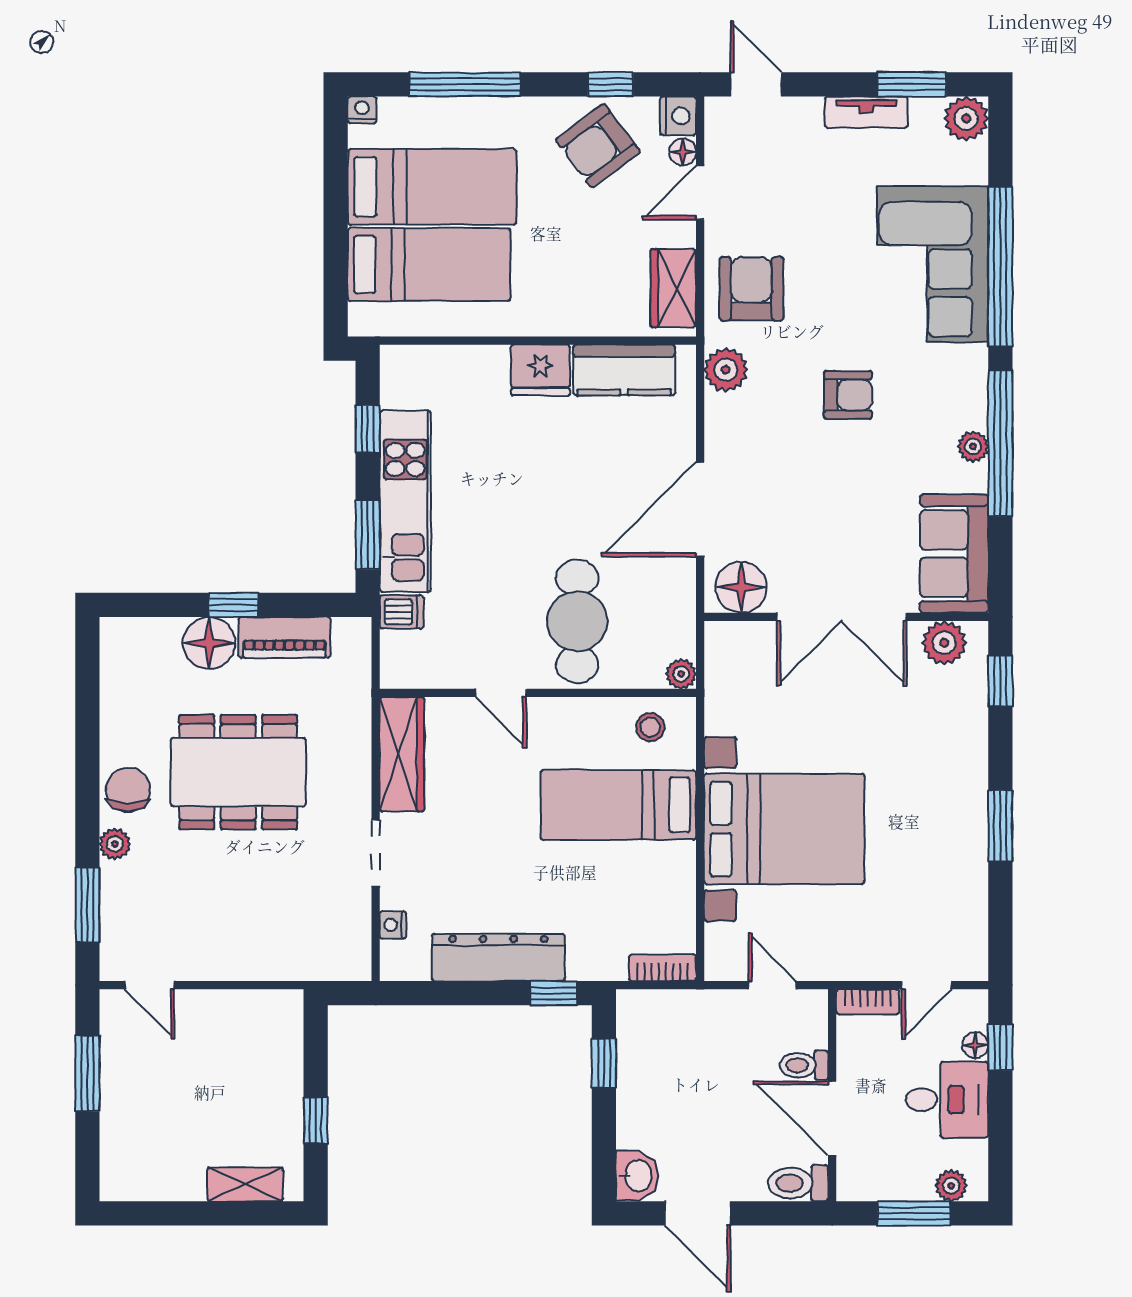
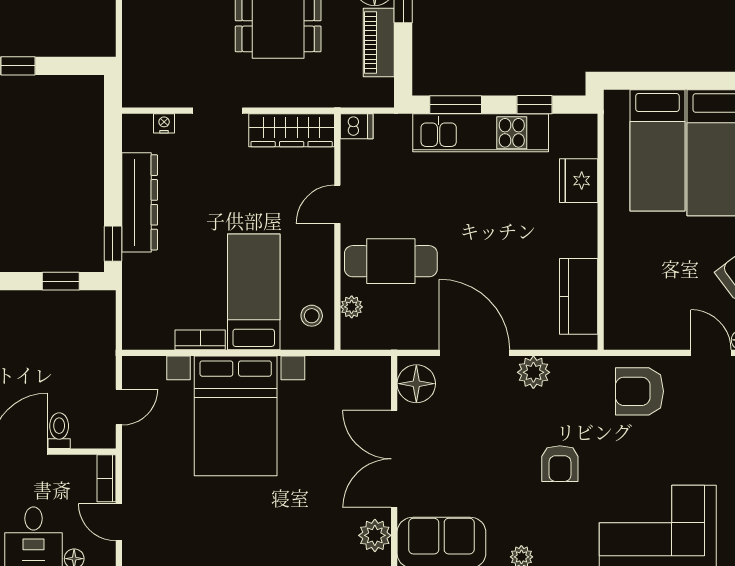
wardrobe: (673, 288) -> (640, 333), removed
armchair: (751, 289) -> (639, 391), turned 180
fridge: (540, 370) -> (579, 181), moved
plant: (726, 370) -> (533, 372), moved
dishwasher: (401, 612) -> (357, 126), moved, turned -90
plant: (681, 674) -> (352, 307), moved
bookcase: (662, 968) -> (200, 340), moved, turned -90

